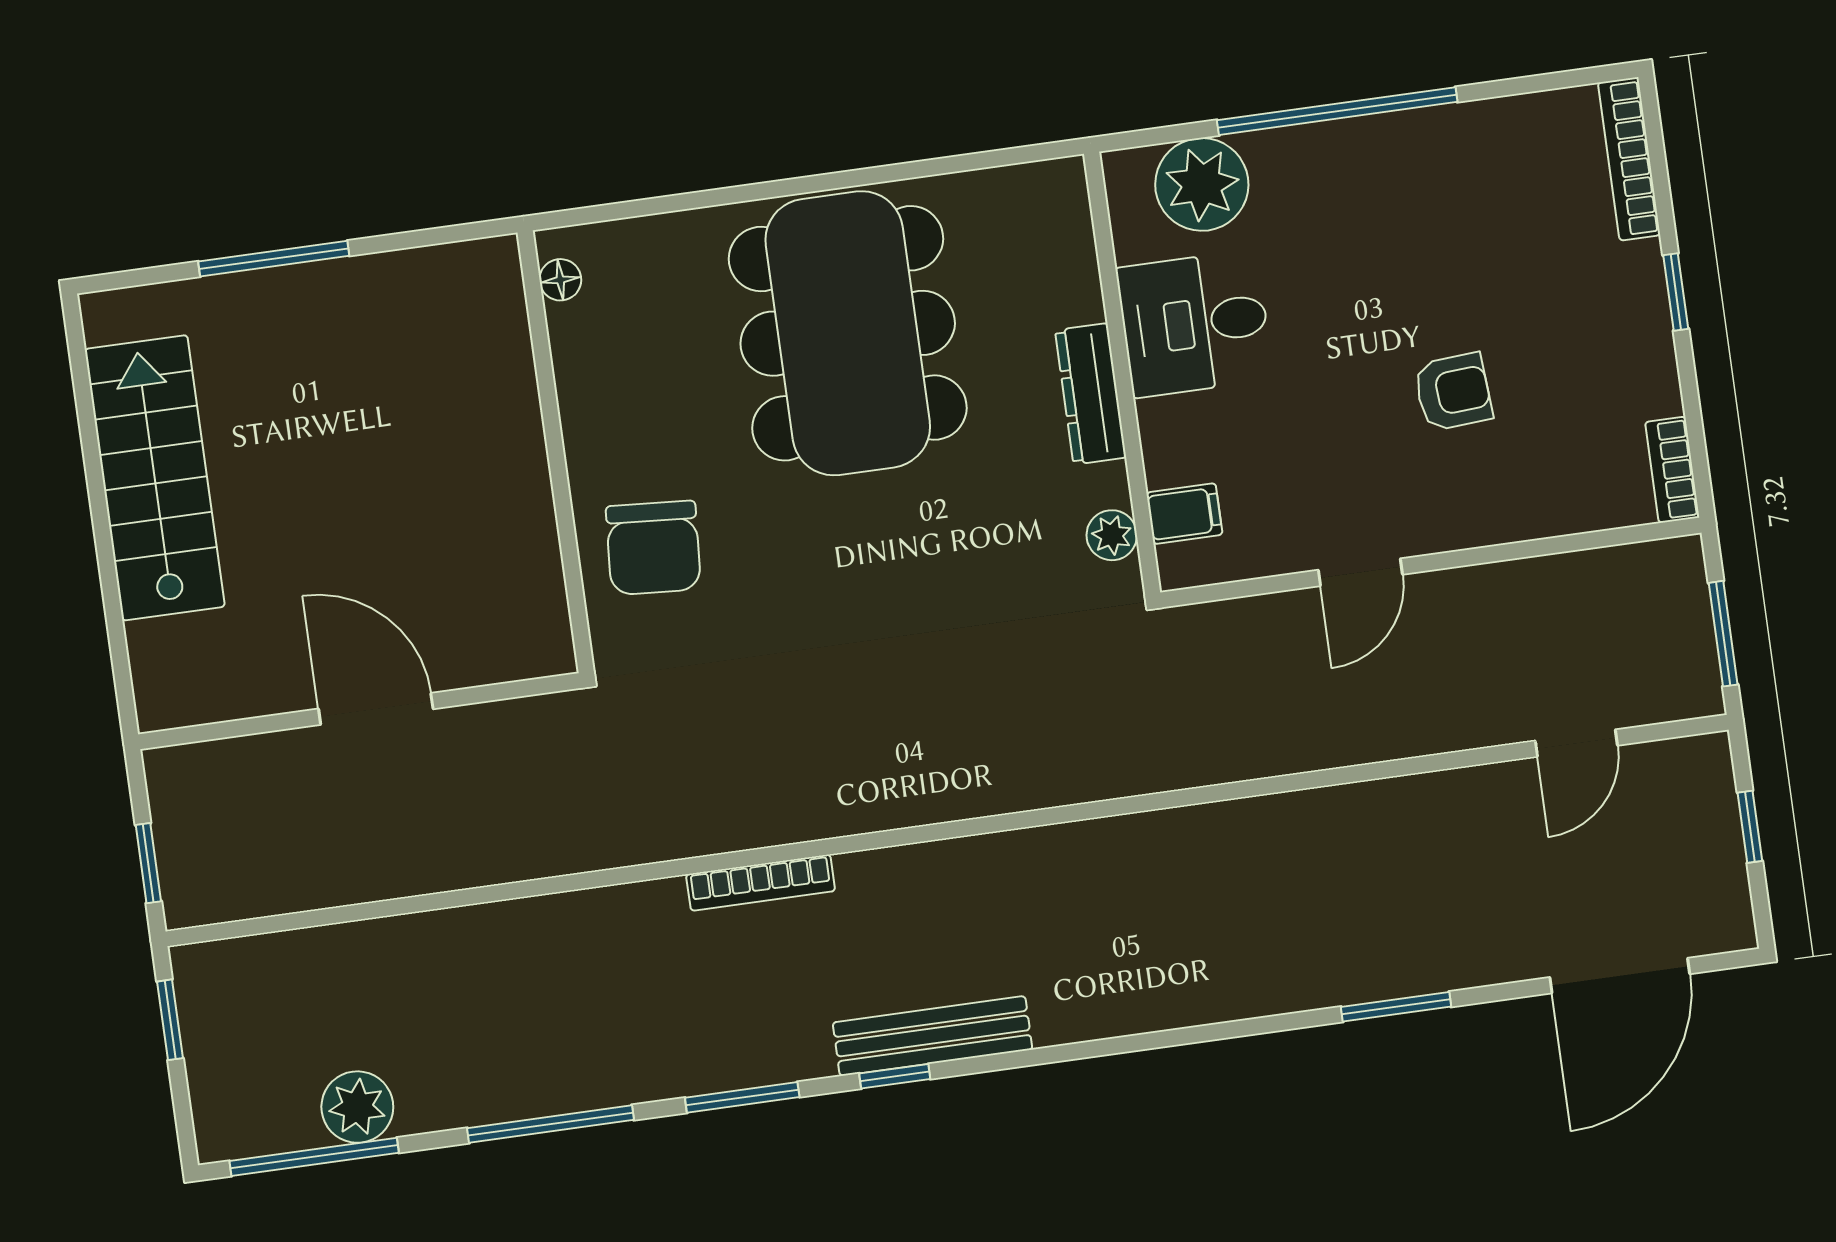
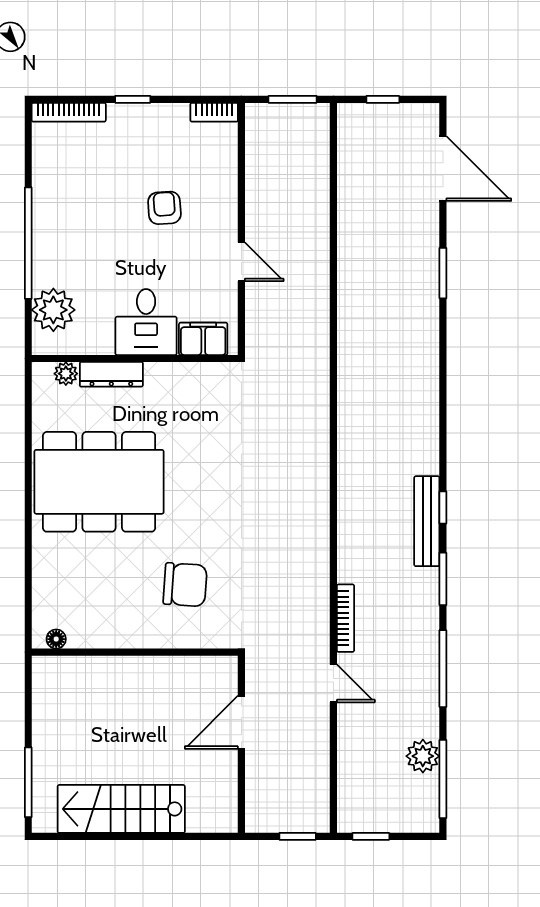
window: (274, 259) -> (28, 782), moved
floor lamp: (560, 280) -> (56, 639), moved
desk: (1195, 324) -> (146, 322), moved
dresser: (1091, 394) -> (111, 374), moved
wall: (556, 452) -> (135, 652), moved
filing cabinet: (1184, 514) -> (203, 339), width x2.00
plant: (1112, 535) -> (66, 374), moved
door: (1576, 743) -> (333, 683), moved
bookcase: (761, 883) -> (346, 618), moved
bench: (933, 1036) -> (427, 521), moved

